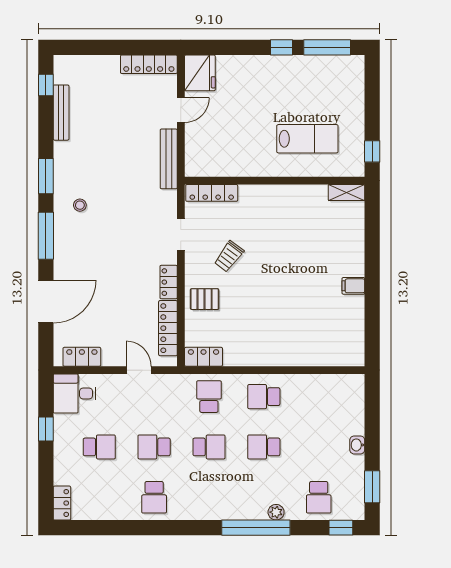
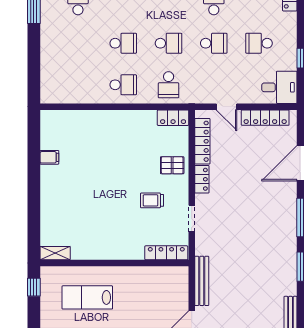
stool: (80, 205) -> (275, 243), removed
trolley: (229, 256) -> (152, 200), turned -127
filing cabinet: (353, 286) -> (49, 157), moved
locker: (82, 357) -> (265, 118), width x1.53
washbasin: (357, 445) -> (46, 45), removed
school desk: (209, 447) -> (169, 43), turned 180

